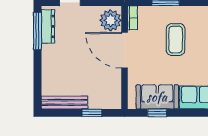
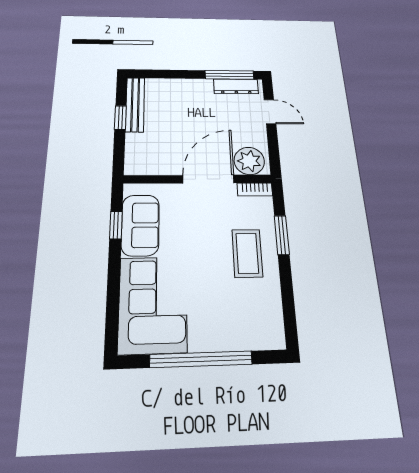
coffee table: (176, 40) -> (247, 253), moved, turned 90
window: (92, 113) -> (120, 118), moved

